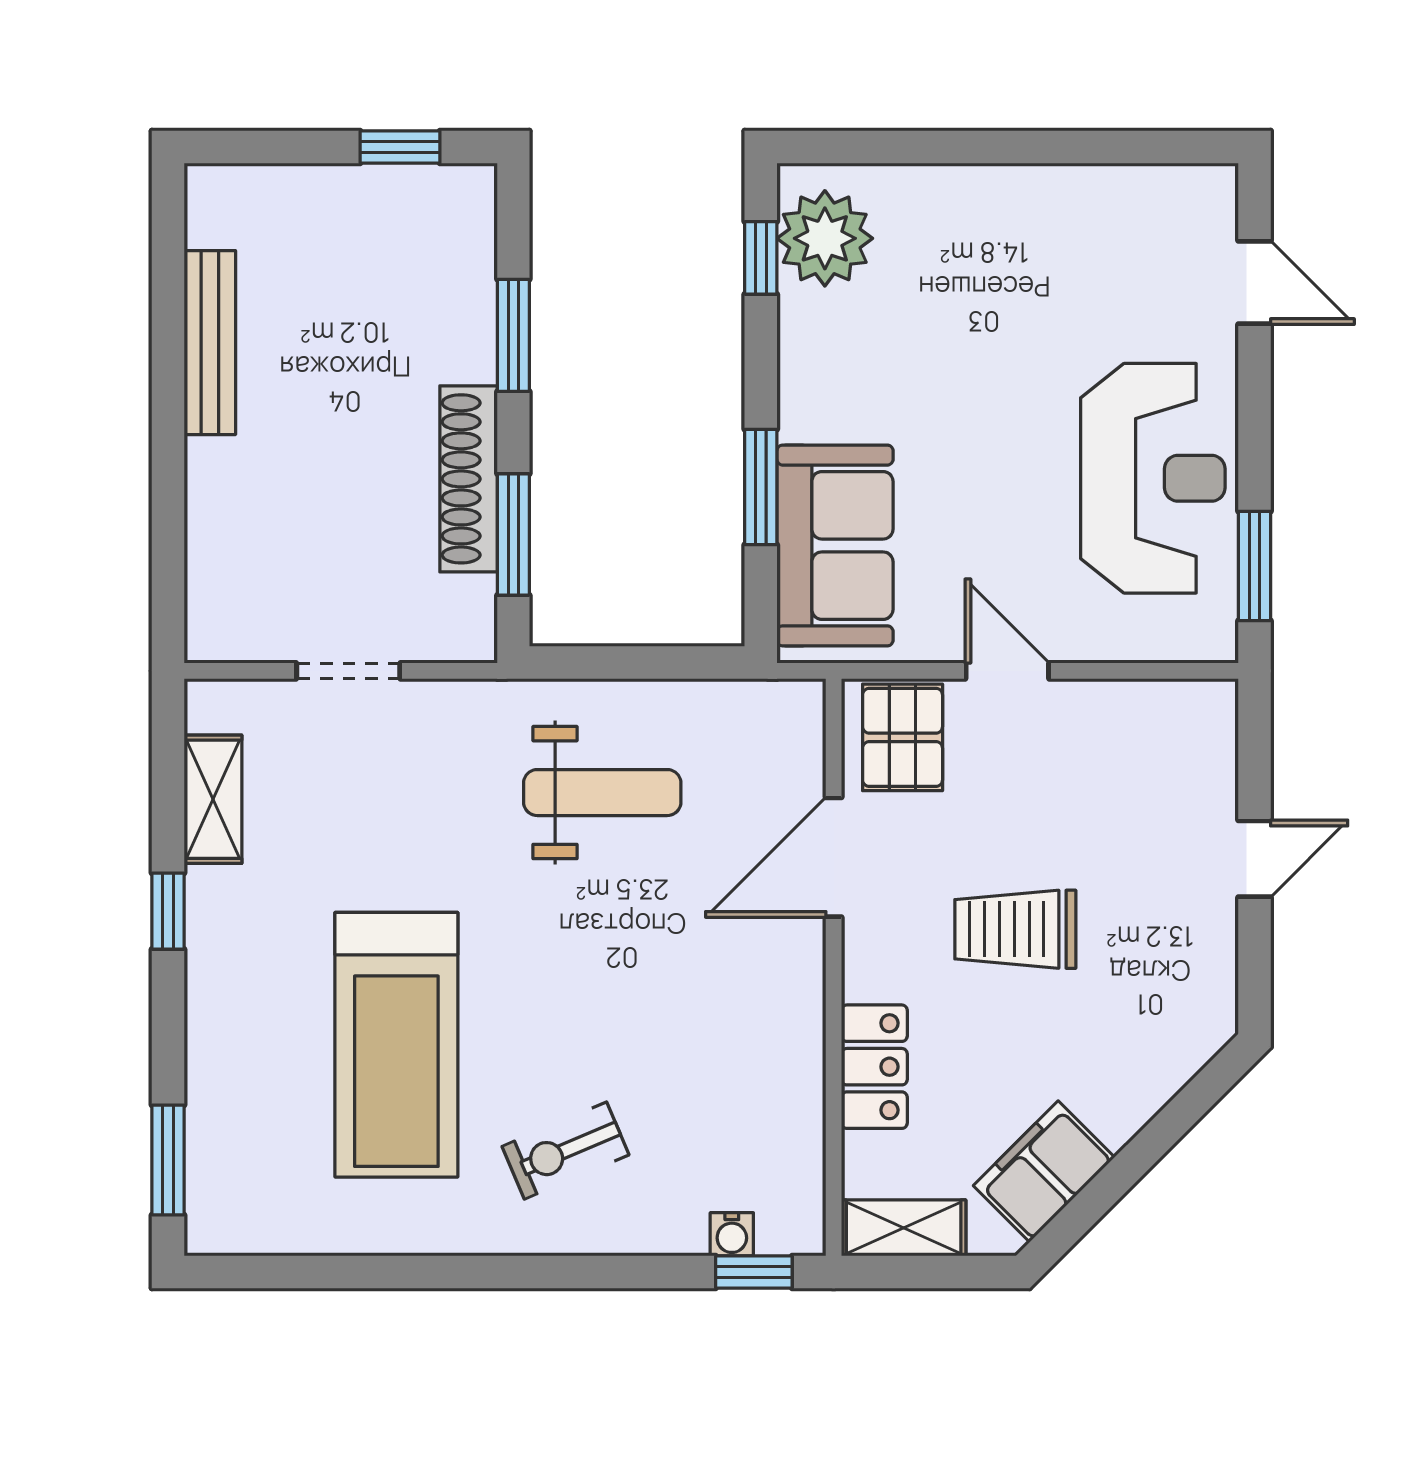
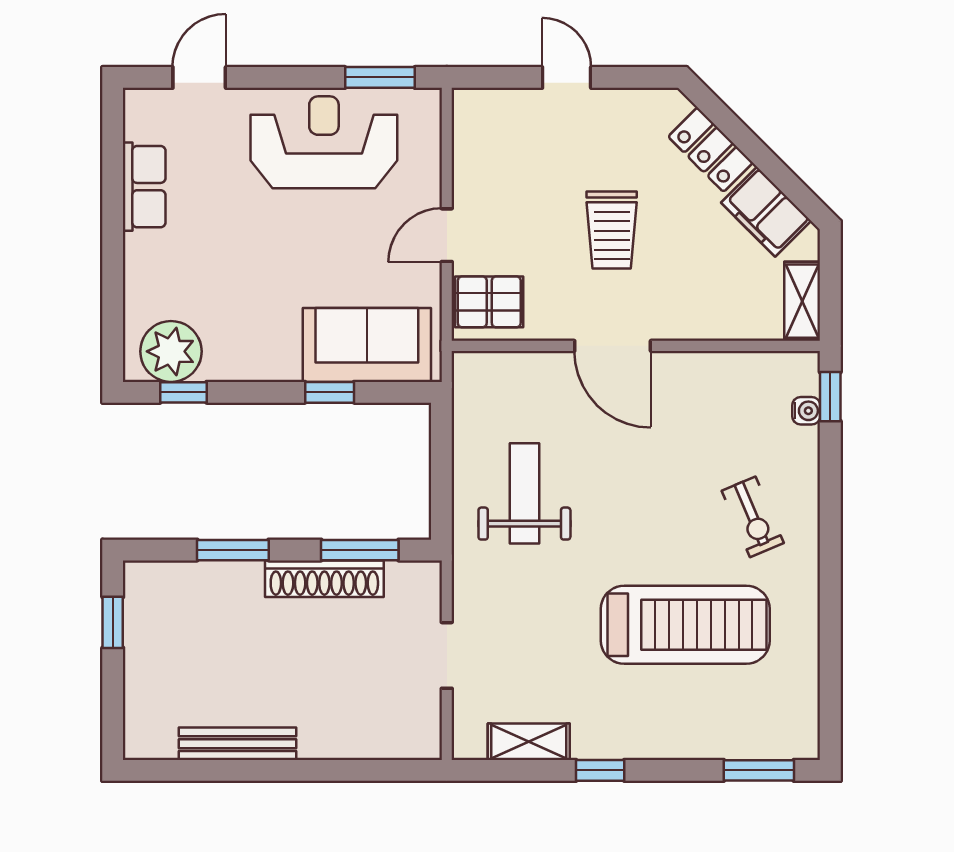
row of seats: (1083, 196) -> (144, 187), added
window: (761, 487) -> (330, 392), width x0.67
door: (834, 857) -> (613, 346), moved
locker: (874, 1067) -> (711, 150), moved, turned -135

